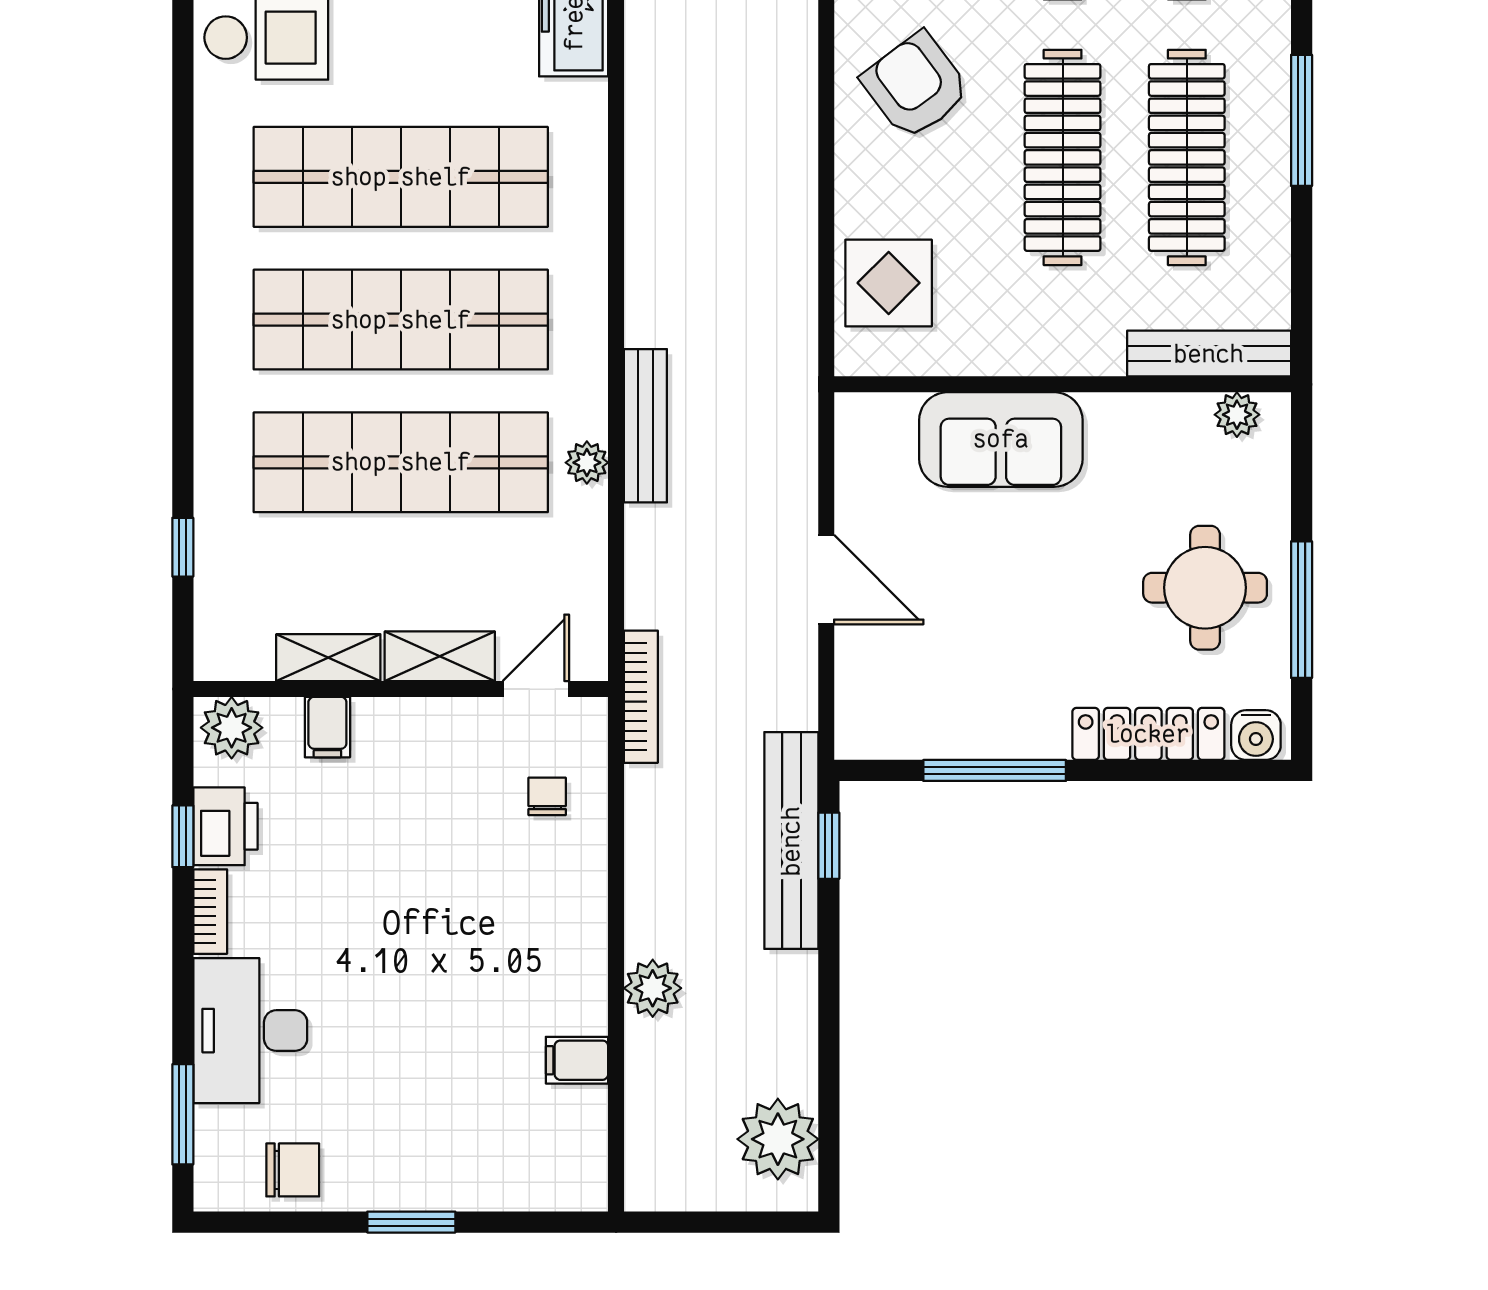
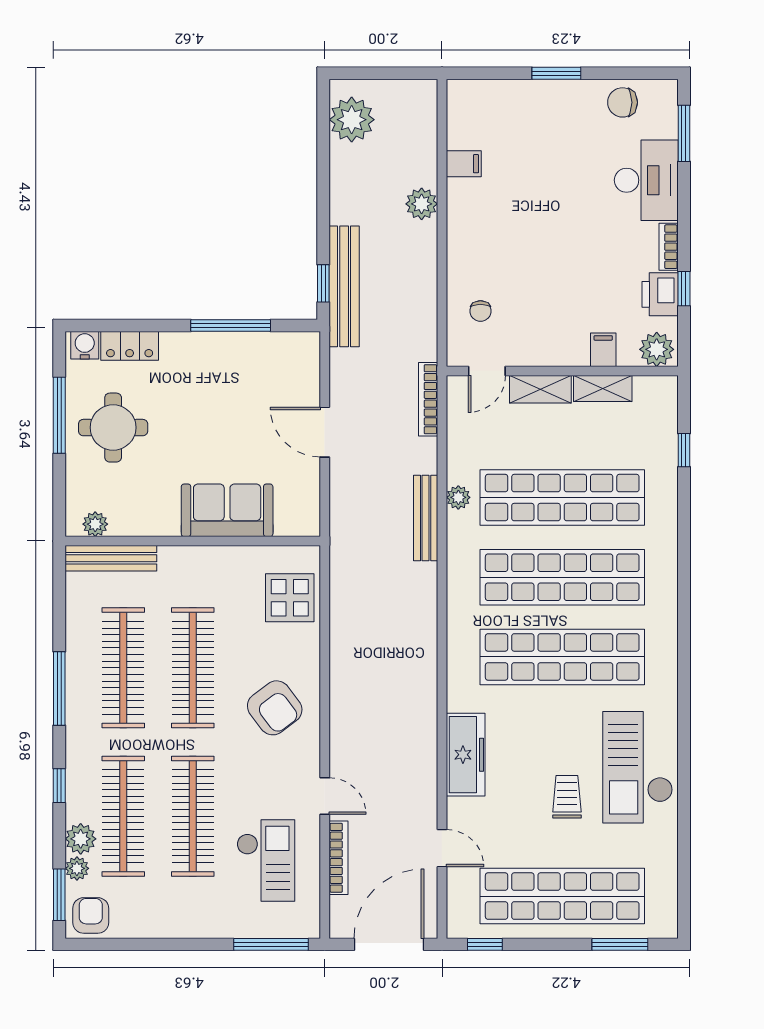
bookcase: (641, 697) -> (428, 399), moved
locker: (1148, 734) -> (130, 346), width x0.66

